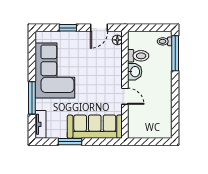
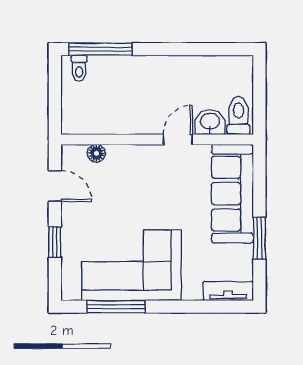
floor lamp: (117, 40) -> (96, 153), moved
toilet: (138, 56) -> (238, 116), moved
washbasin: (135, 72) -> (210, 122), moved
window: (32, 98) -> (116, 307), moved

